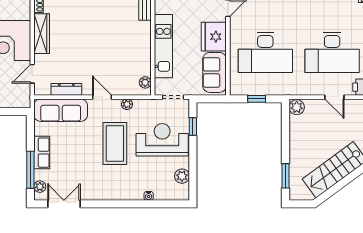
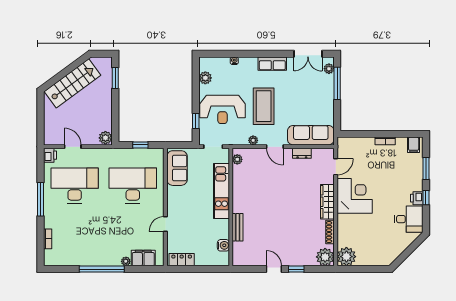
fridge: (214, 37) -> (178, 199), removed
dresser: (66, 89) -> (302, 153), width x0.70
row of seats: (42, 153) -> (272, 64), moved, turned -90

